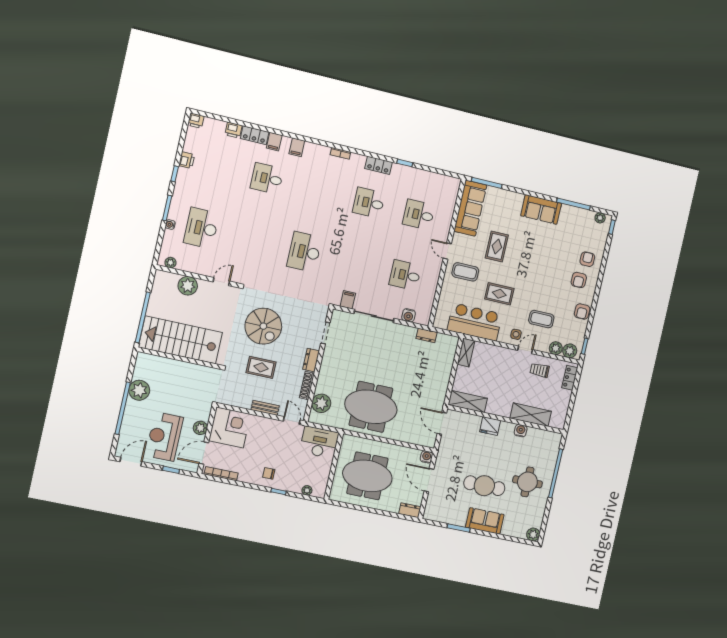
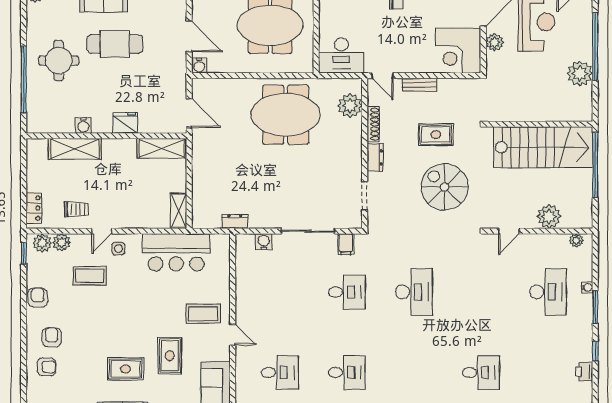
armchair: (587, 259) -> (47, 367), turned -90
desk: (405, 275) -> (347, 292), moved
rug: (499, 294) -> (126, 369), moved

